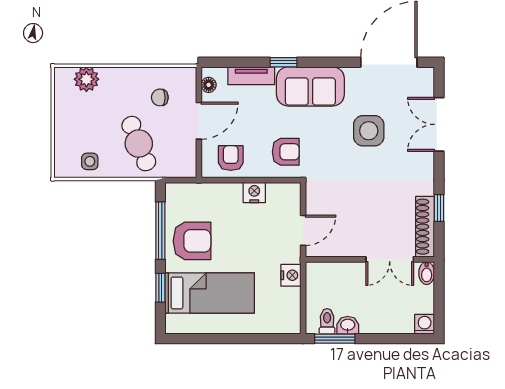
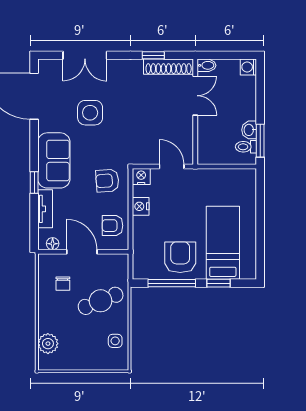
armchair: (286, 152) -> (107, 181), turned -94
nightstand: (291, 275) -> (141, 176), moved

